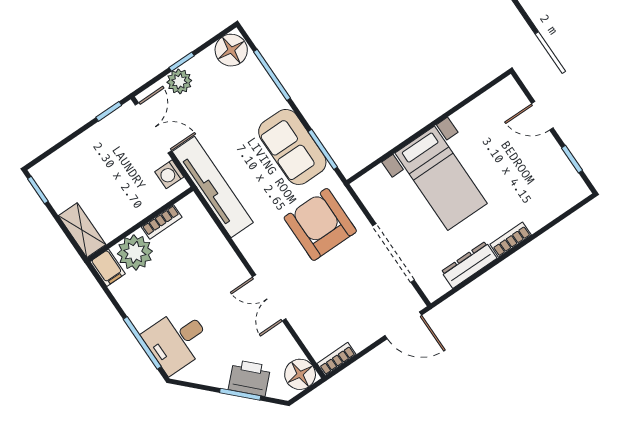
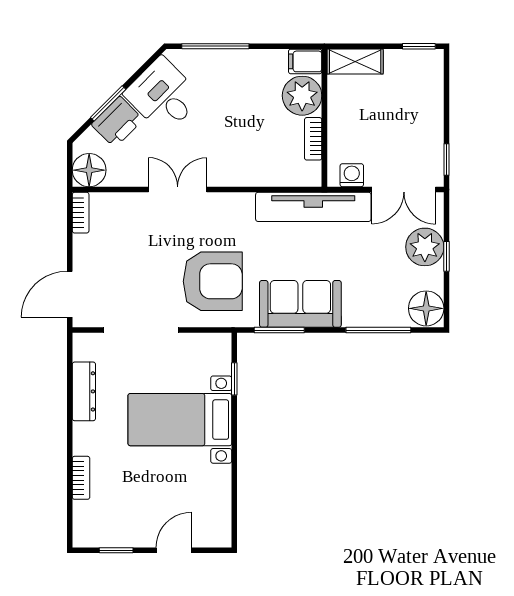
plant: (179, 81) -> (425, 247), width x1.36, depth x1.36
window: (383, 158) -> (234, 379), added
bookcase: (511, 240) -> (81, 478), moved
desk: (177, 340) -> (163, 95), moved, turned -45

